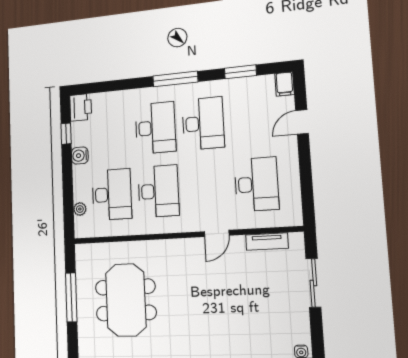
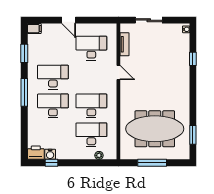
door: (302, 122) -> (69, 20), moved
water cooler: (80, 156) -> (50, 154), moved
meeting table: (126, 300) -> (155, 129), width x1.36

